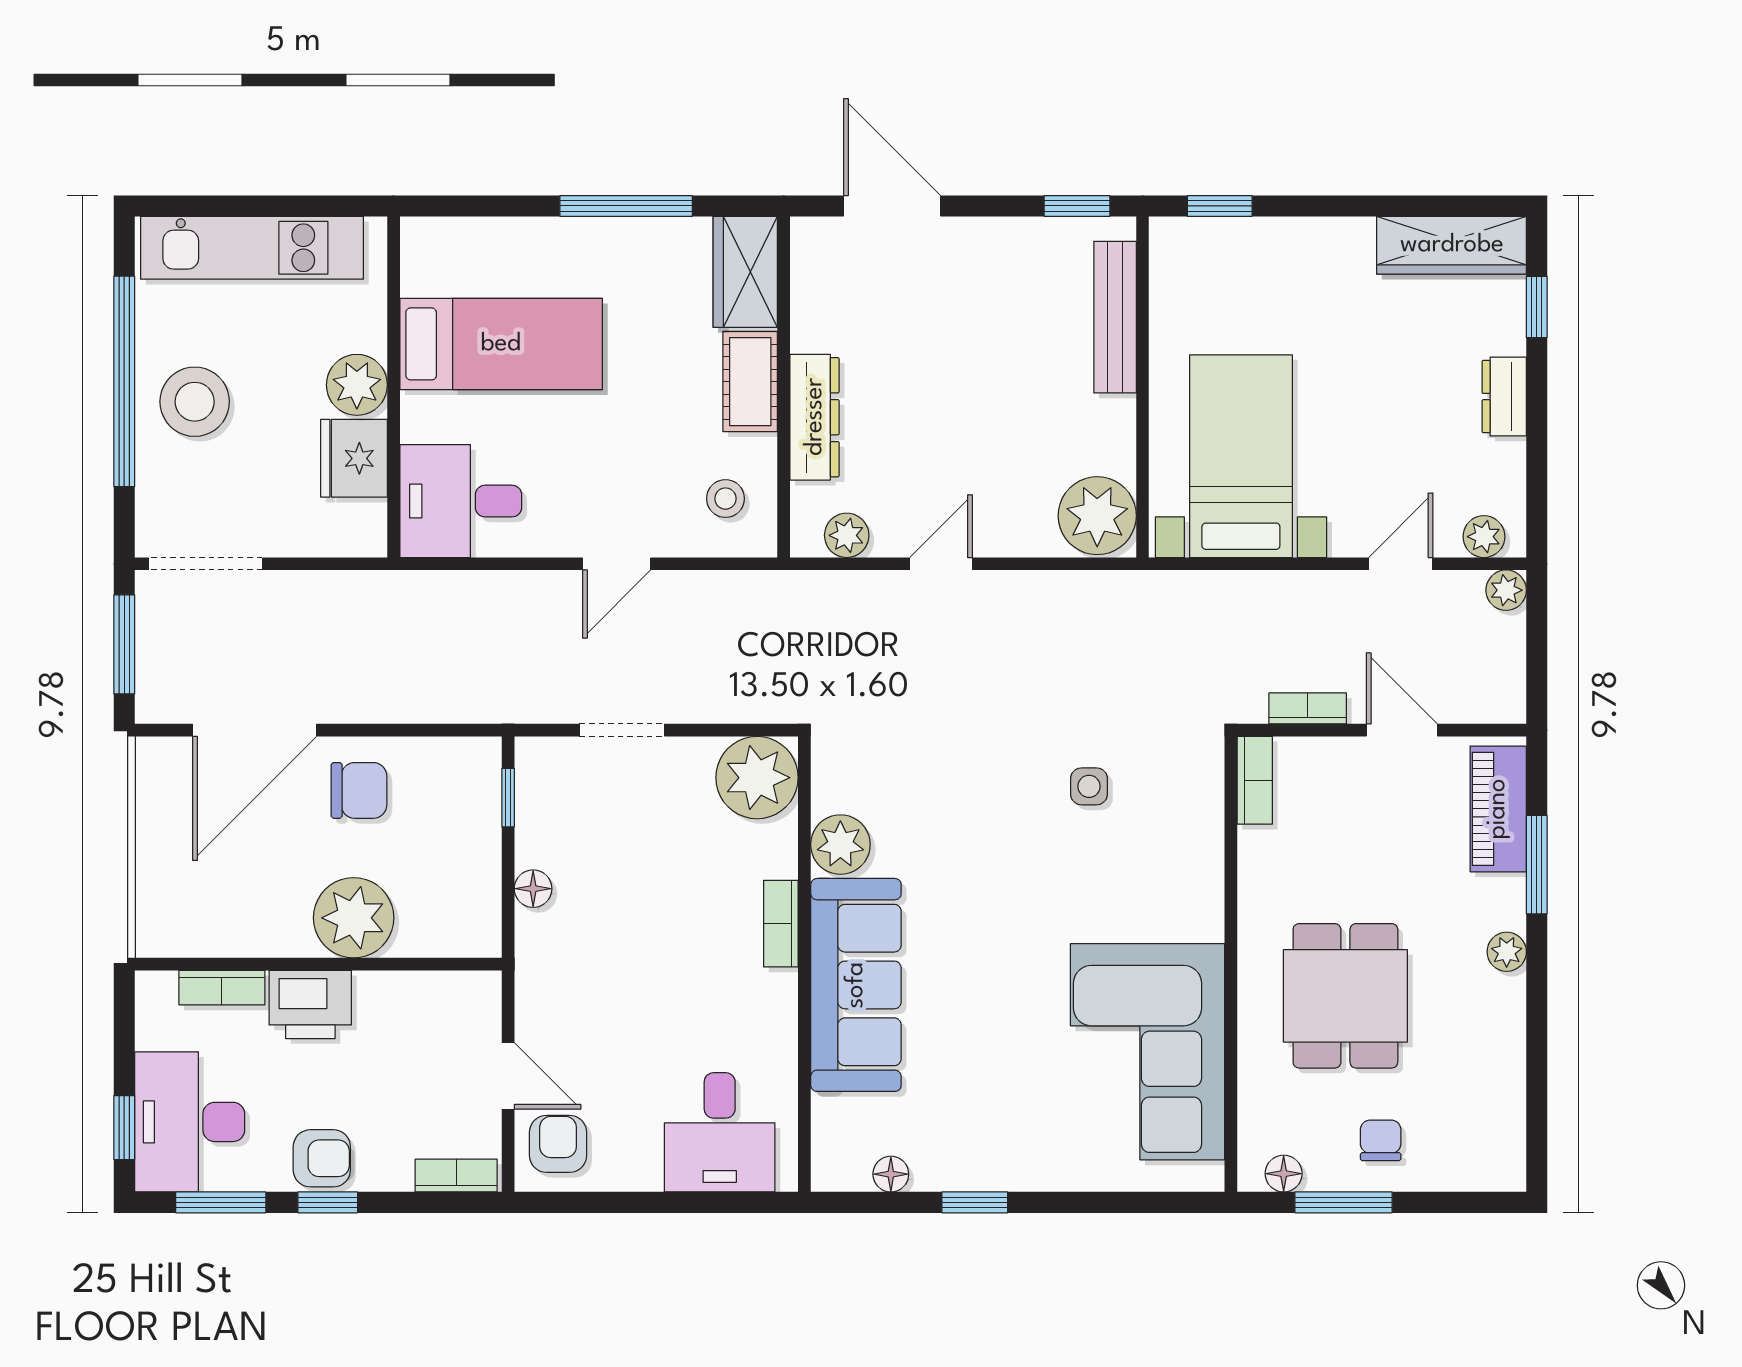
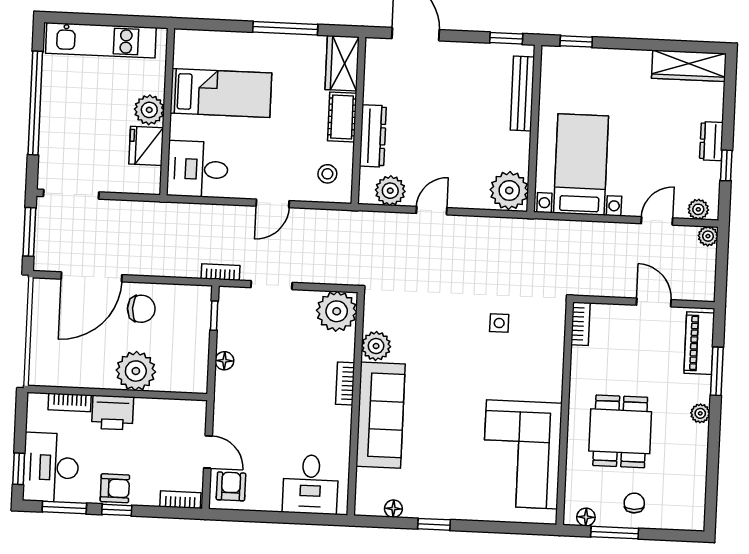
window: (1537, 307) -> (726, 165), moved
stool: (195, 402) -> (69, 115), removed
plant: (847, 535) -> (390, 191), width x1.38, depth x1.38
bookcase: (1308, 708) -> (221, 272), moved

